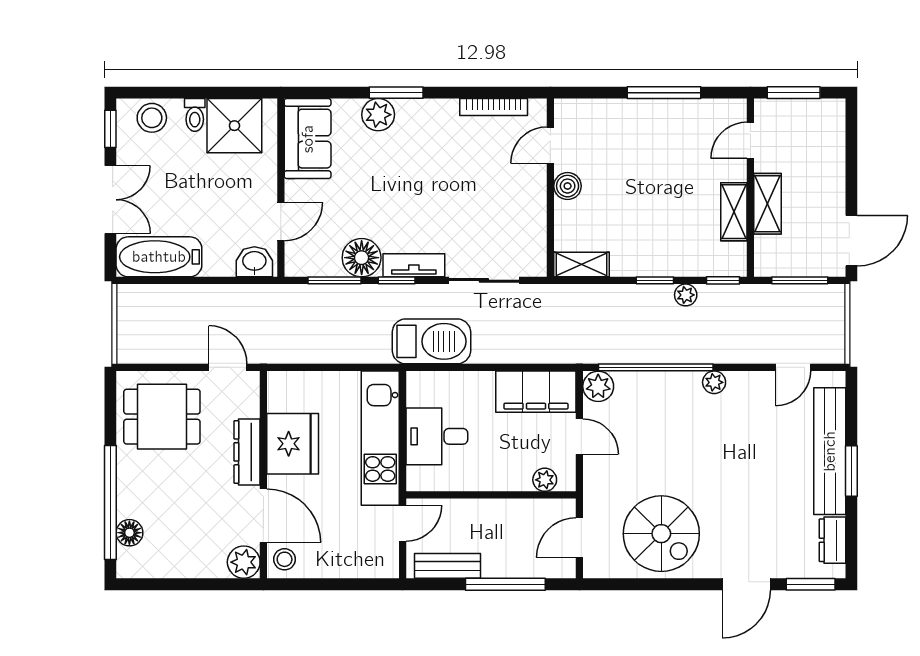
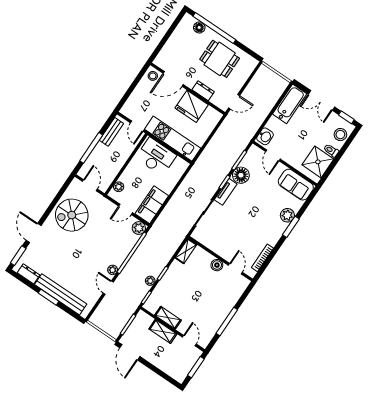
barbecue: (431, 341) -> (195, 180), removed
door: (793, 367) -> (108, 288), moved
dining table: (162, 417) -> (220, 59), moved, turned 90
desk: (437, 436) -> (156, 157), width x1.37
dresser: (247, 452) -> (203, 91), width x0.70
plant: (244, 562) -> (161, 61), removed

